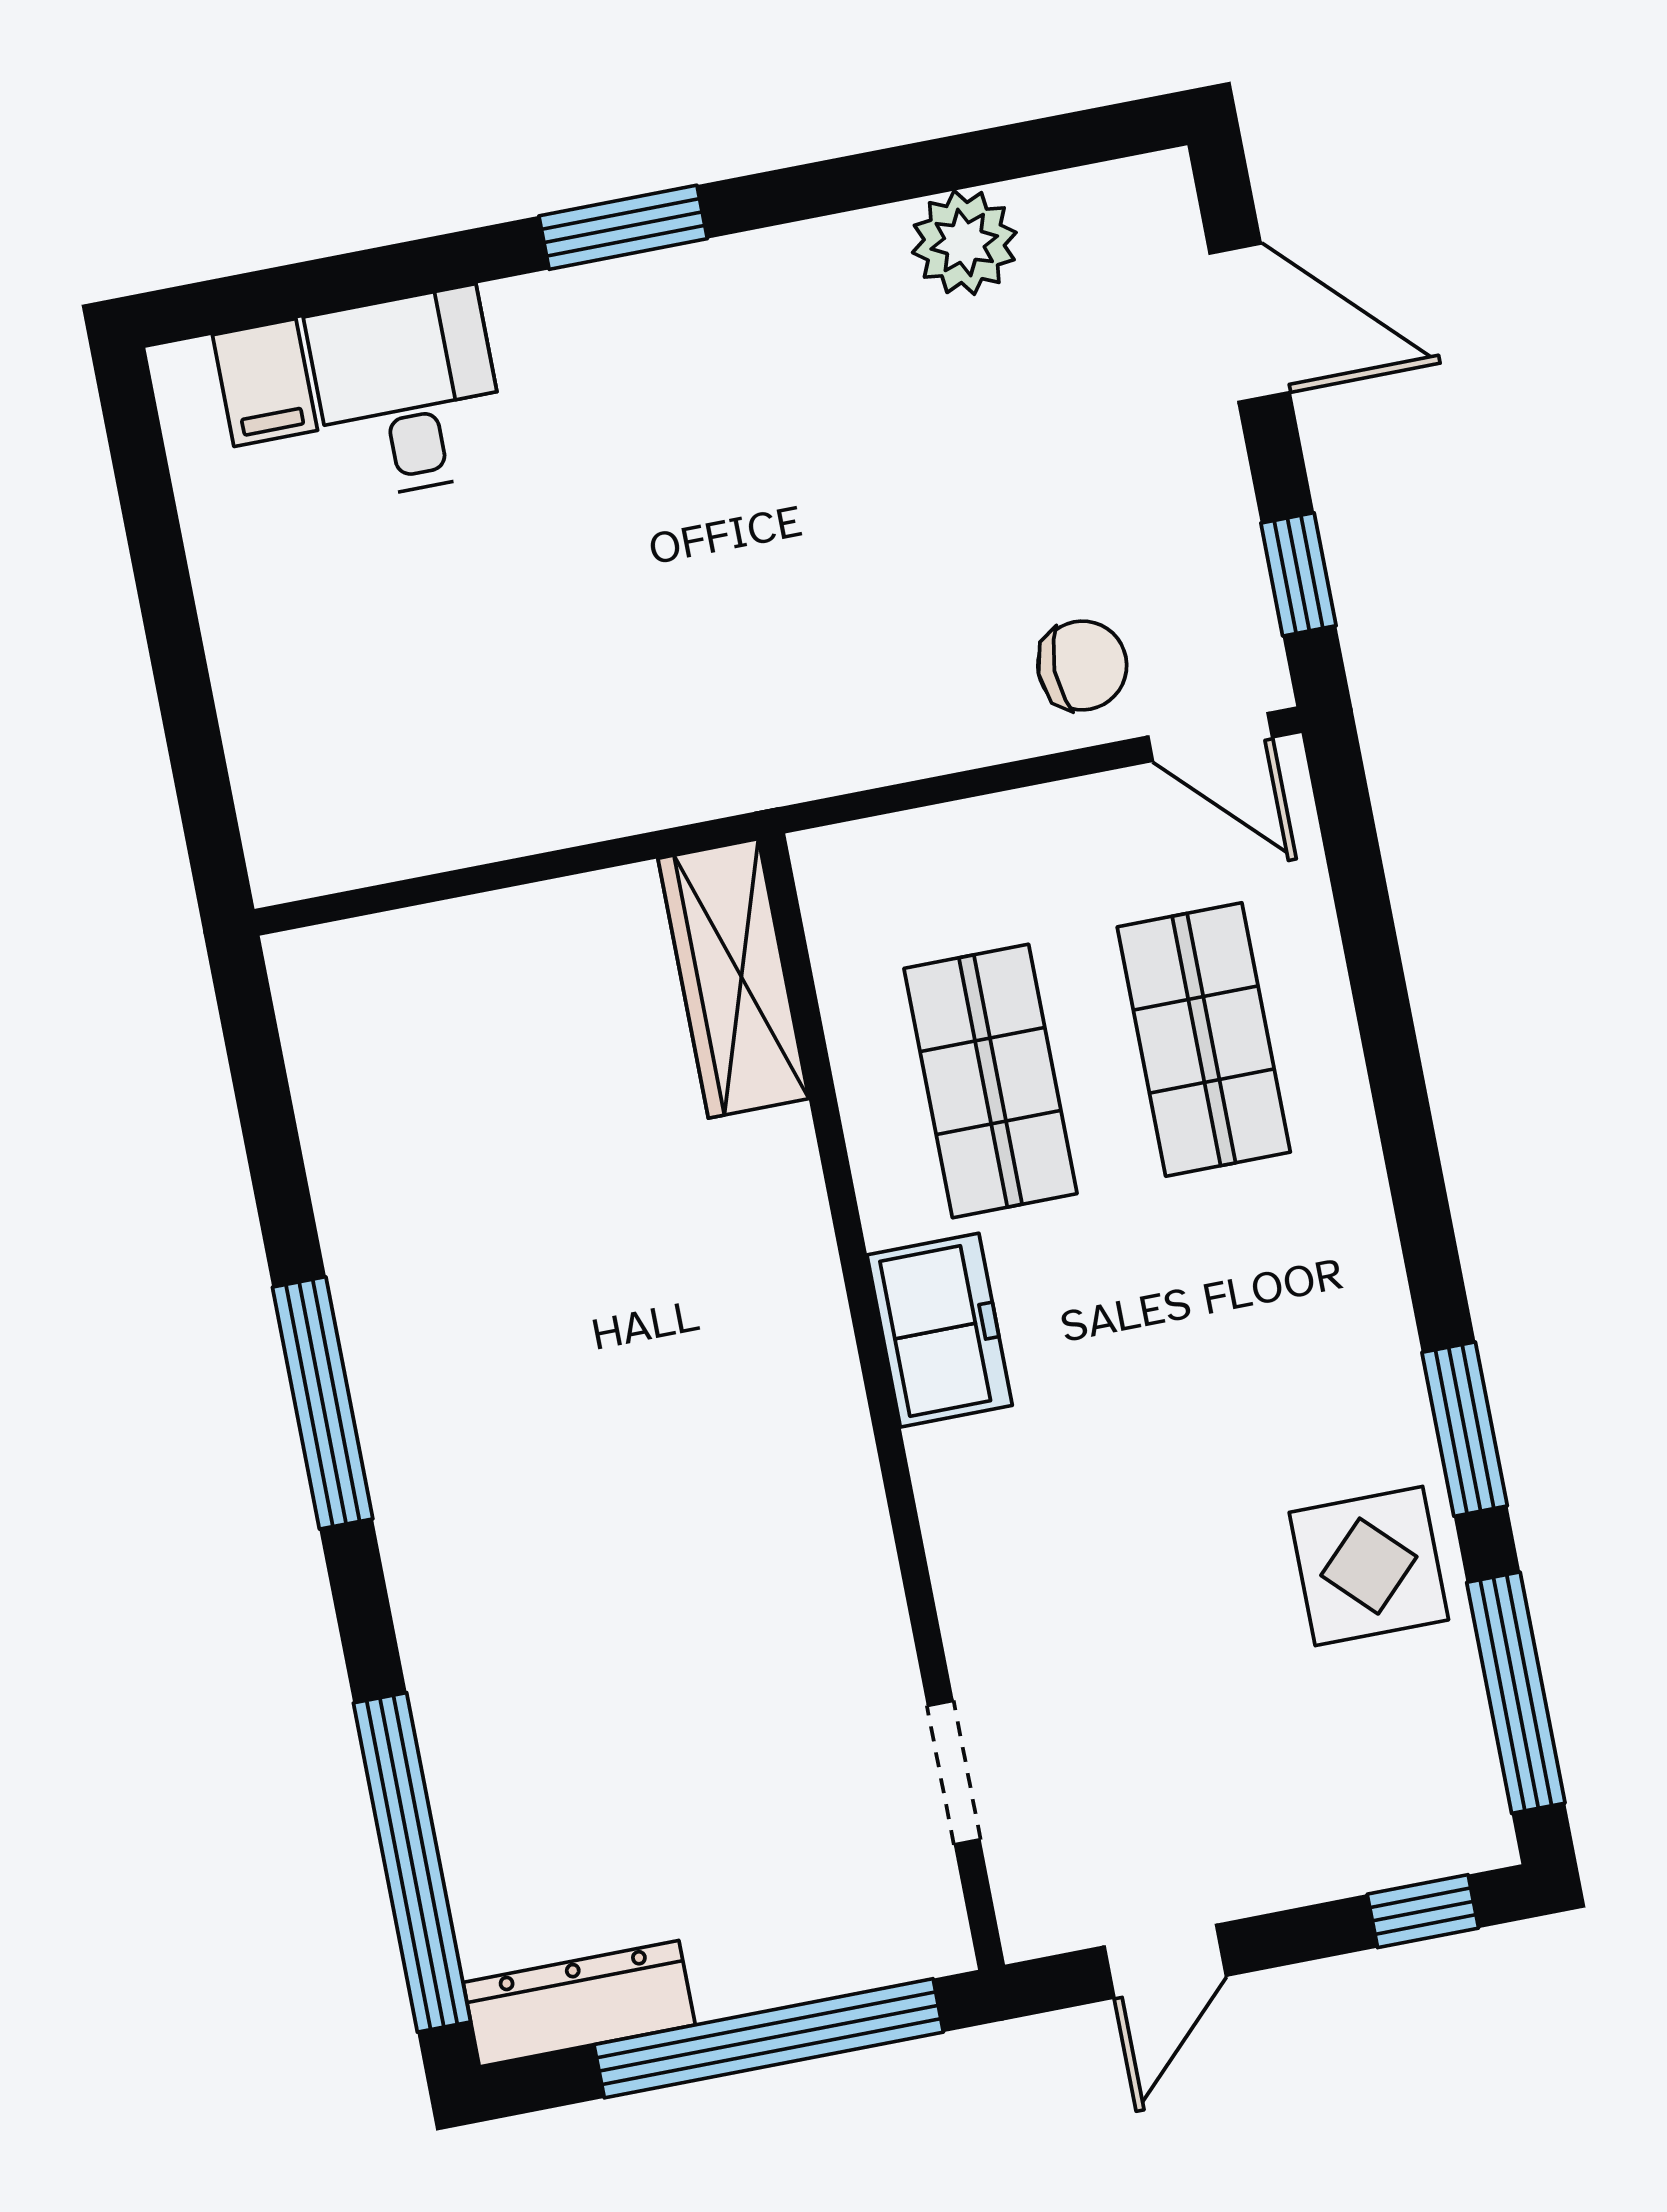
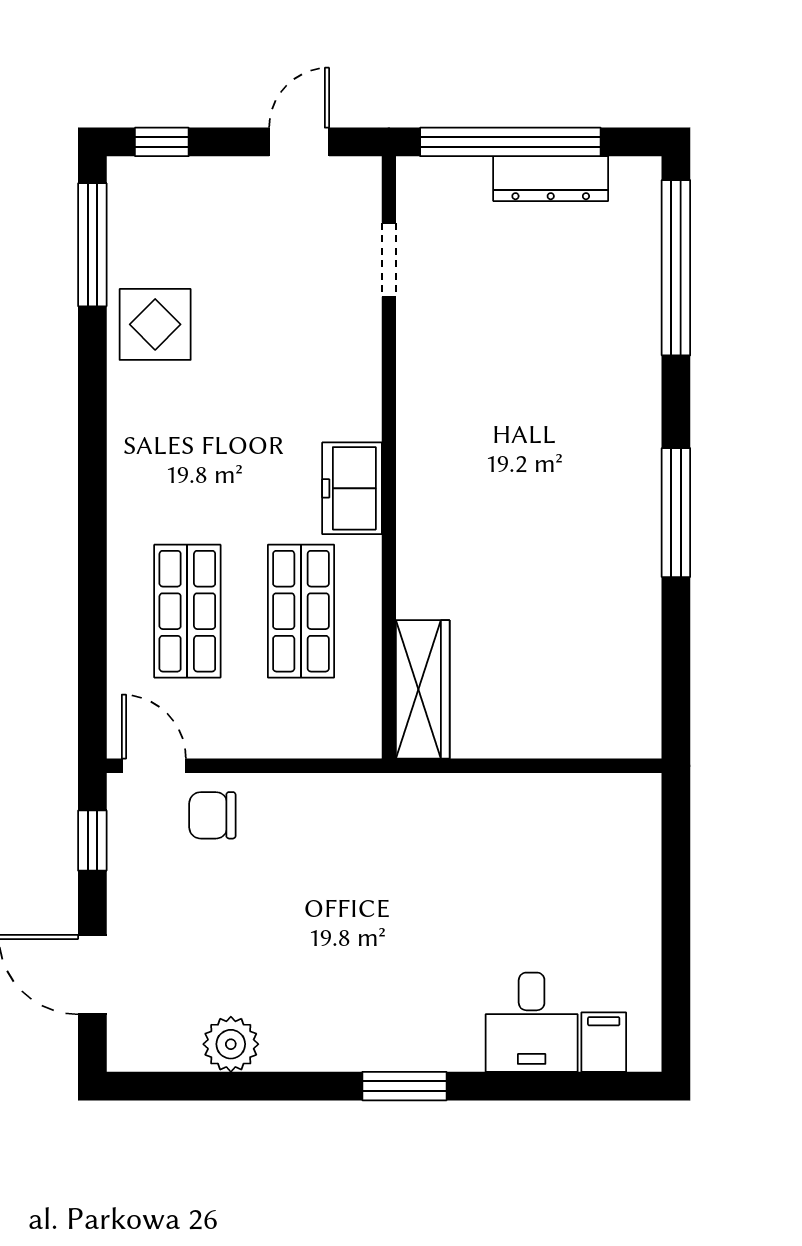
window: (1465, 1429) -> (92, 385), removed
dresser: (579, 2004) -> (551, 179), moved

